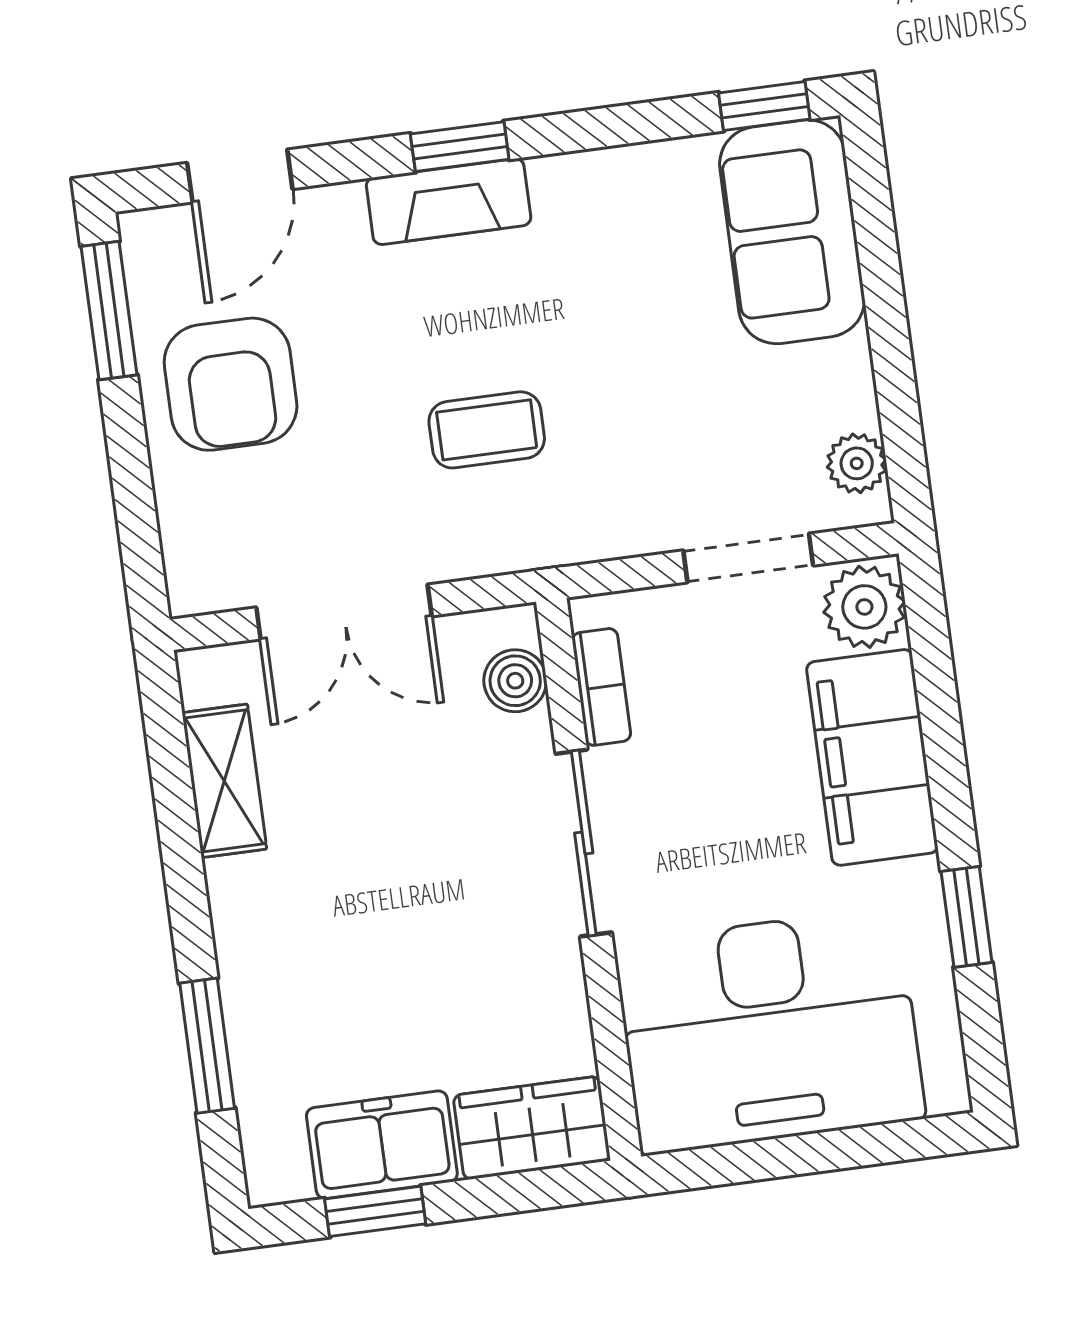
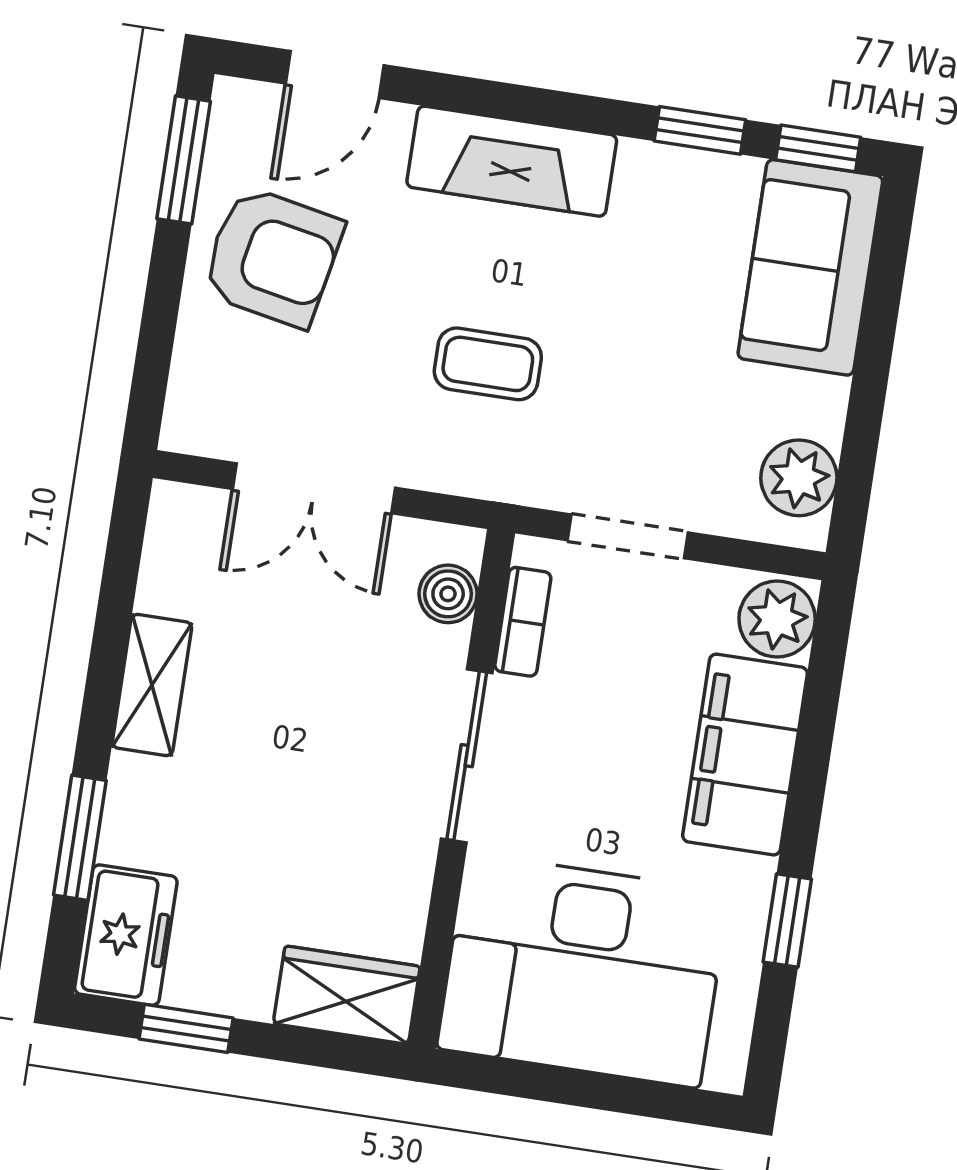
window: (460, 147) -> (700, 130), moved
fireplace: (449, 202) -> (512, 161), width x1.37, depth x1.32
armchair: (231, 384) -> (272, 257), turned -79
plant: (857, 463) -> (799, 478), width x1.38, depth x1.38
doorway: (748, 558) -> (628, 536), moved
shelving: (224, 781) -> (152, 685), moved
freezer: (382, 1145) -> (126, 935), moved, turned 90

